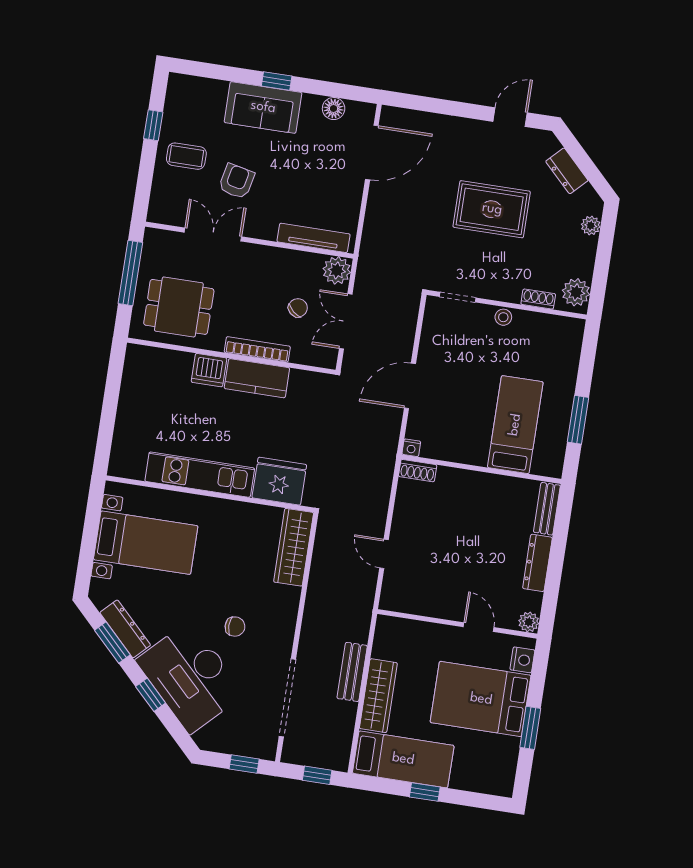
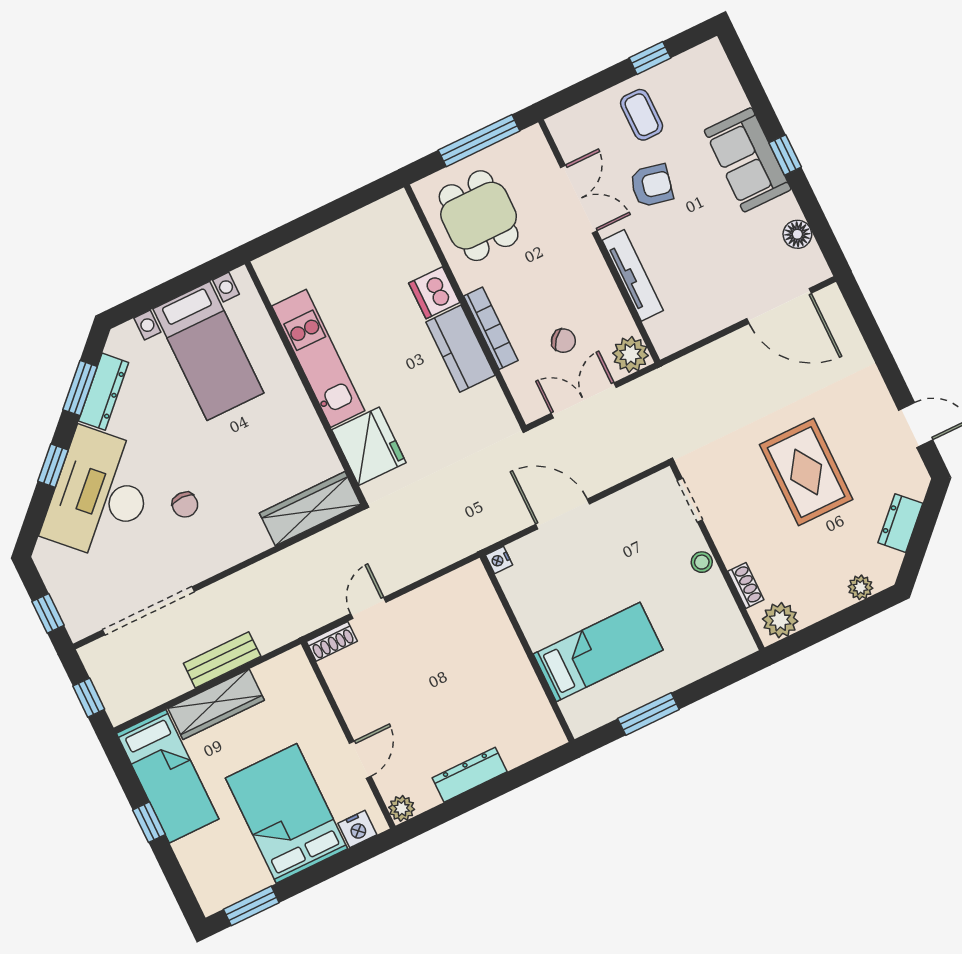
tv unit: (314, 238) -> (633, 275), moved
shoe rack: (418, 471) -> (332, 641), moved, turned -90
bench: (547, 509) -> (533, 746), removed
window: (530, 728) -> (251, 906), moved

